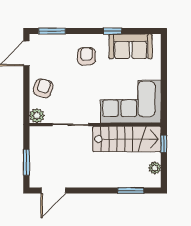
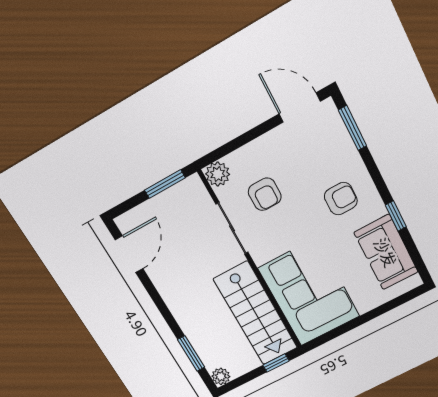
armchair: (43, 88) -> (265, 194), moved, turned 72
window: (26, 162) -> (165, 184), moved
plant: (155, 168) -> (221, 376), moved
door: (53, 190) -> (129, 254), swing flipped

